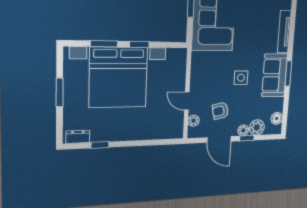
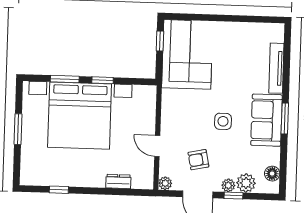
plant: (194, 121) -> (165, 183), moved
dresser: (78, 137) -> (118, 181), moved

